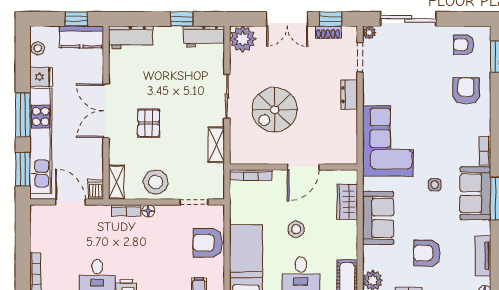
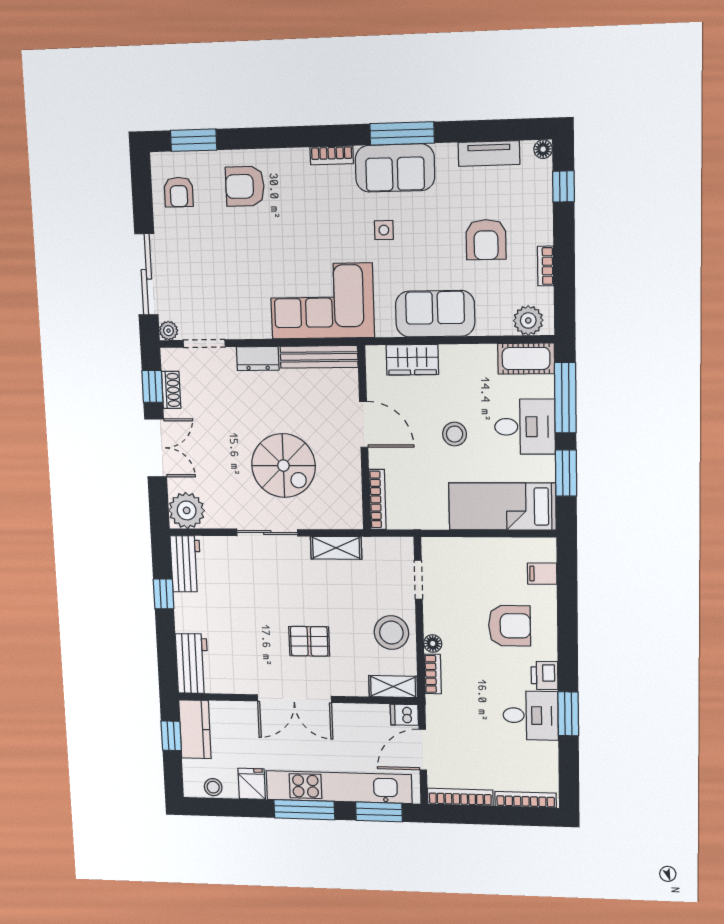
bench: (350, 137) -> (319, 357), added
bookcase: (36, 228) -> (460, 797), added
armchair: (208, 243) -> (509, 626), moved, turned -90

